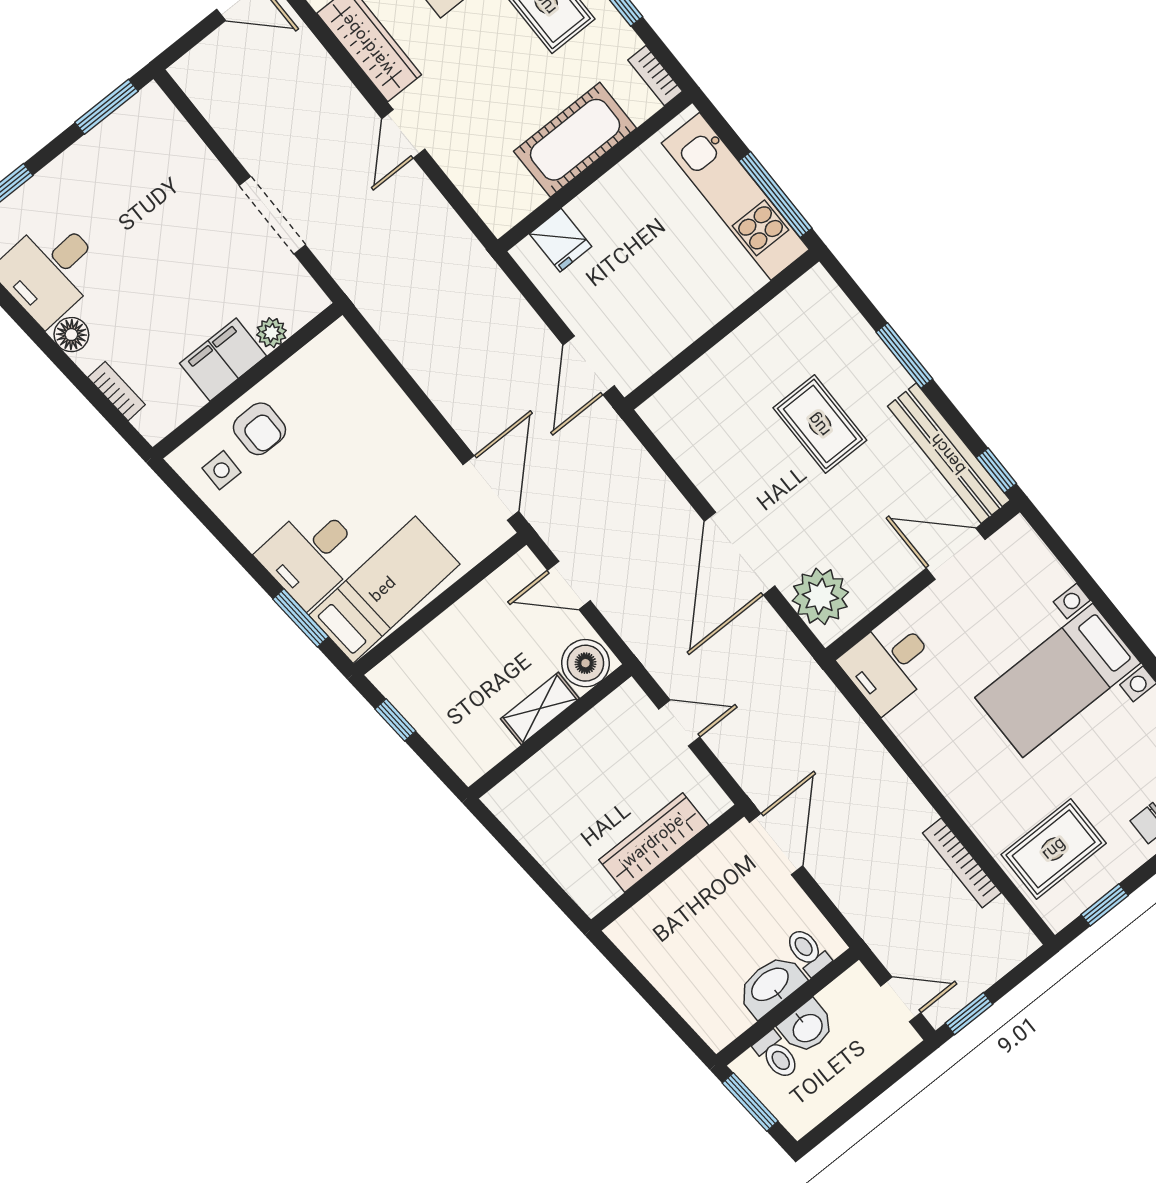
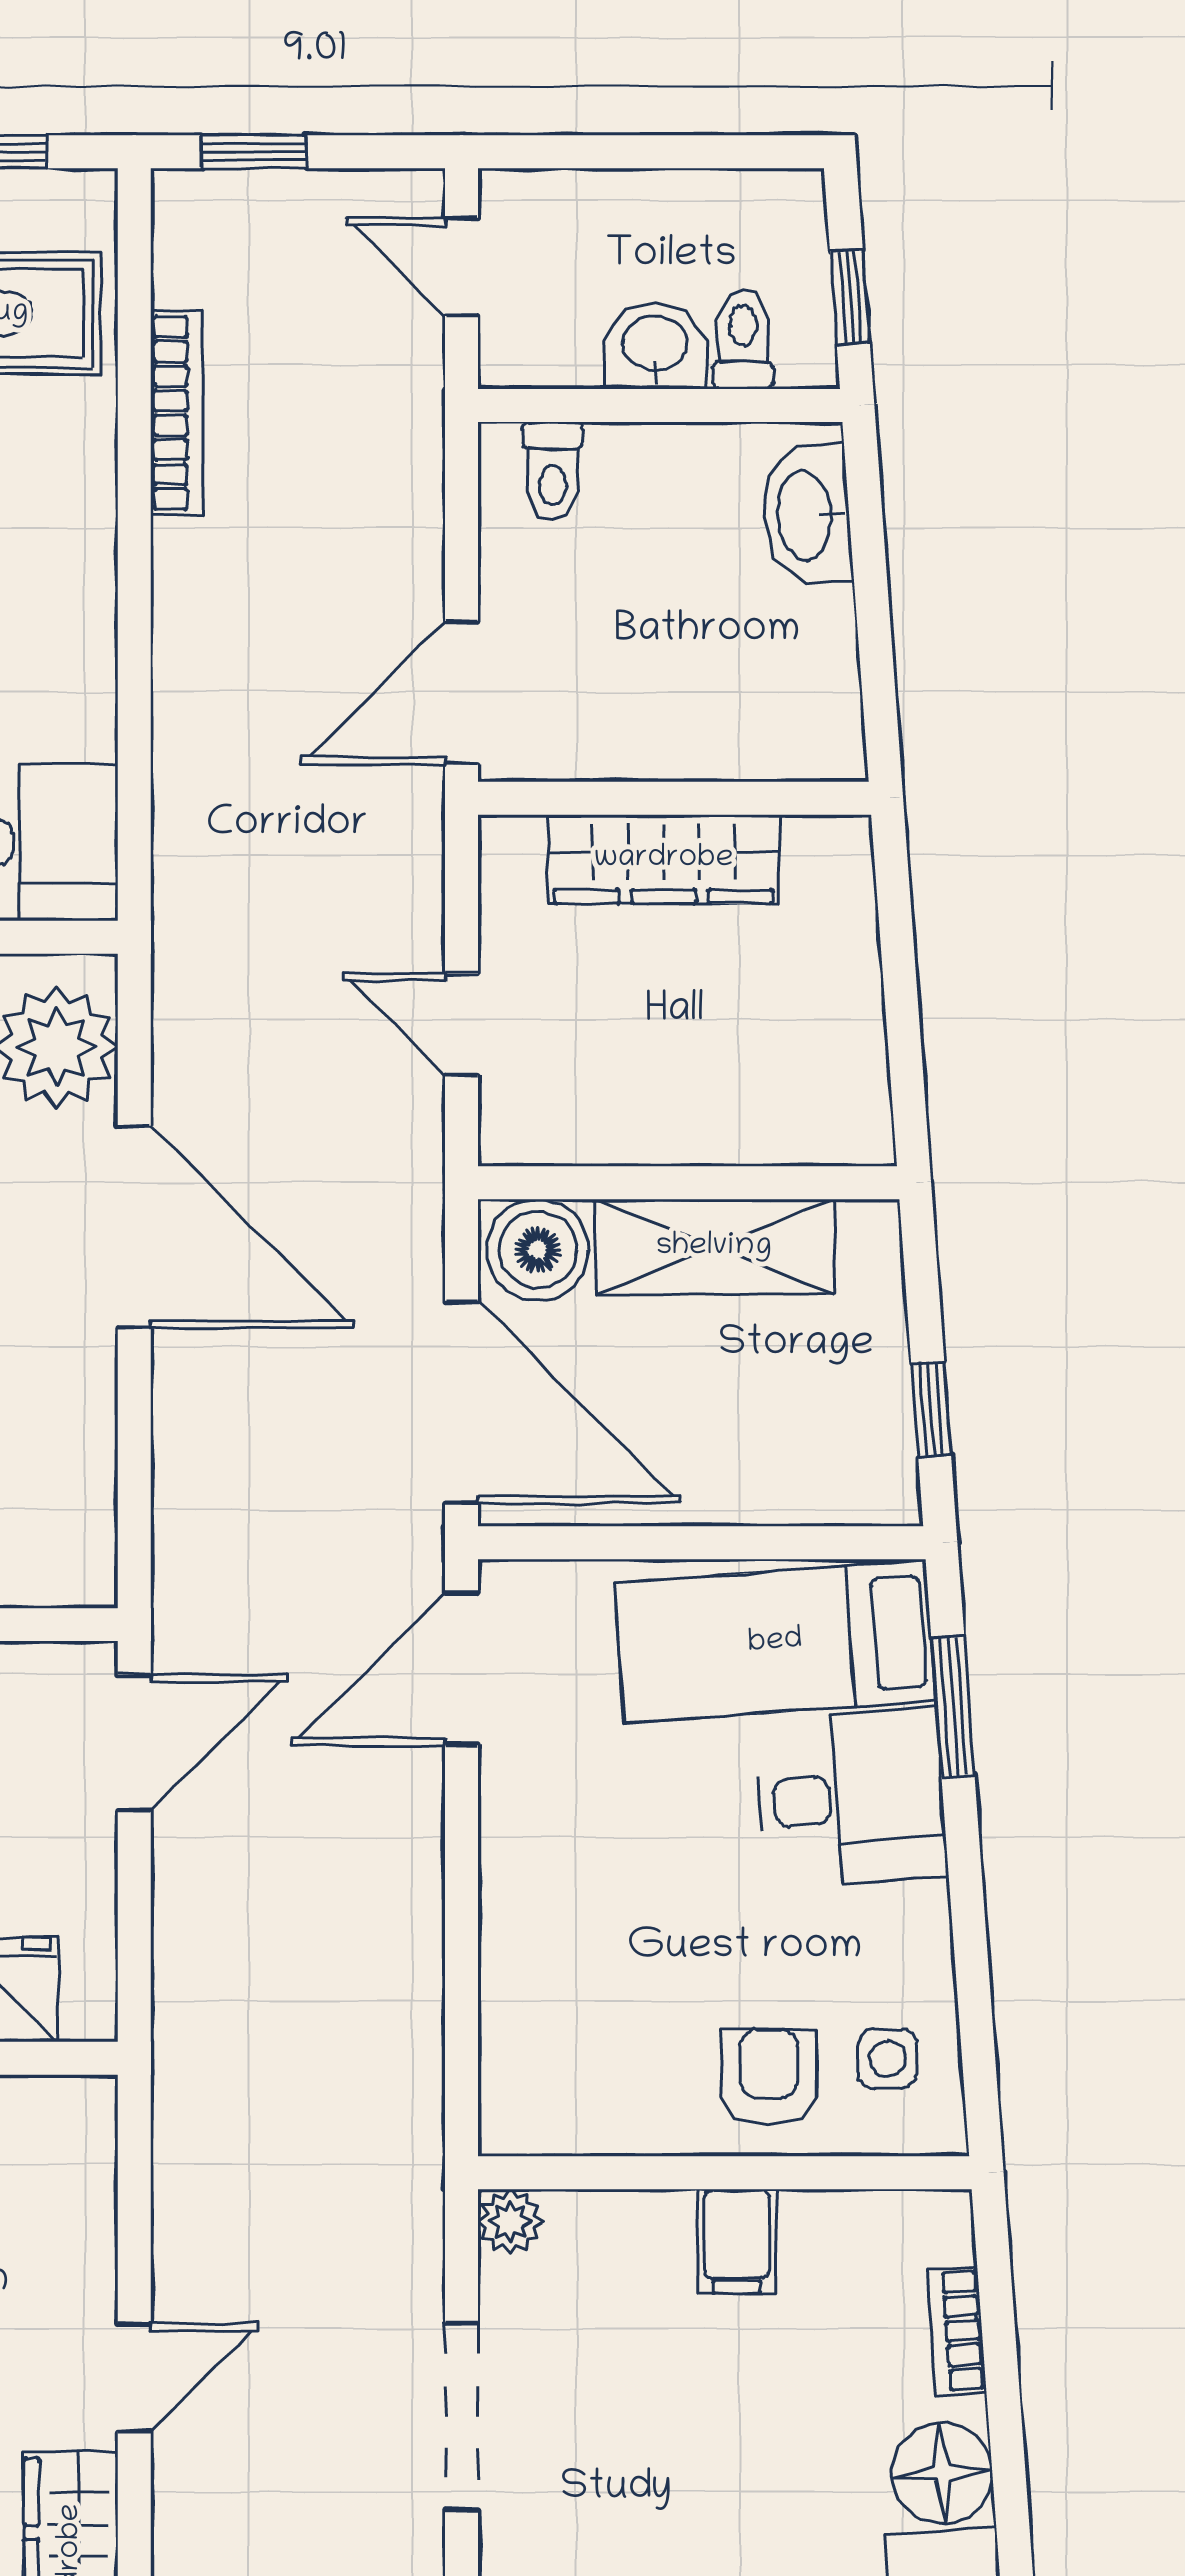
plant: (271, 333) -> (510, 2222), moved
floor lamp: (71, 335) -> (942, 2473), width x1.38, depth x1.38
filing cabinet: (223, 360) -> (737, 2241), width x0.50
door: (739, 554) -> (134, 1227), hinge flipped
door: (569, 585) -> (461, 1402), width x1.88
shelving: (540, 709) -> (714, 1247), width x1.50, depth x1.33
washbasin: (771, 985) -> (807, 515), moved, turned 86
window: (969, 1014) -> (254, 152), moved
window: (750, 1102) -> (850, 297), width x0.67

